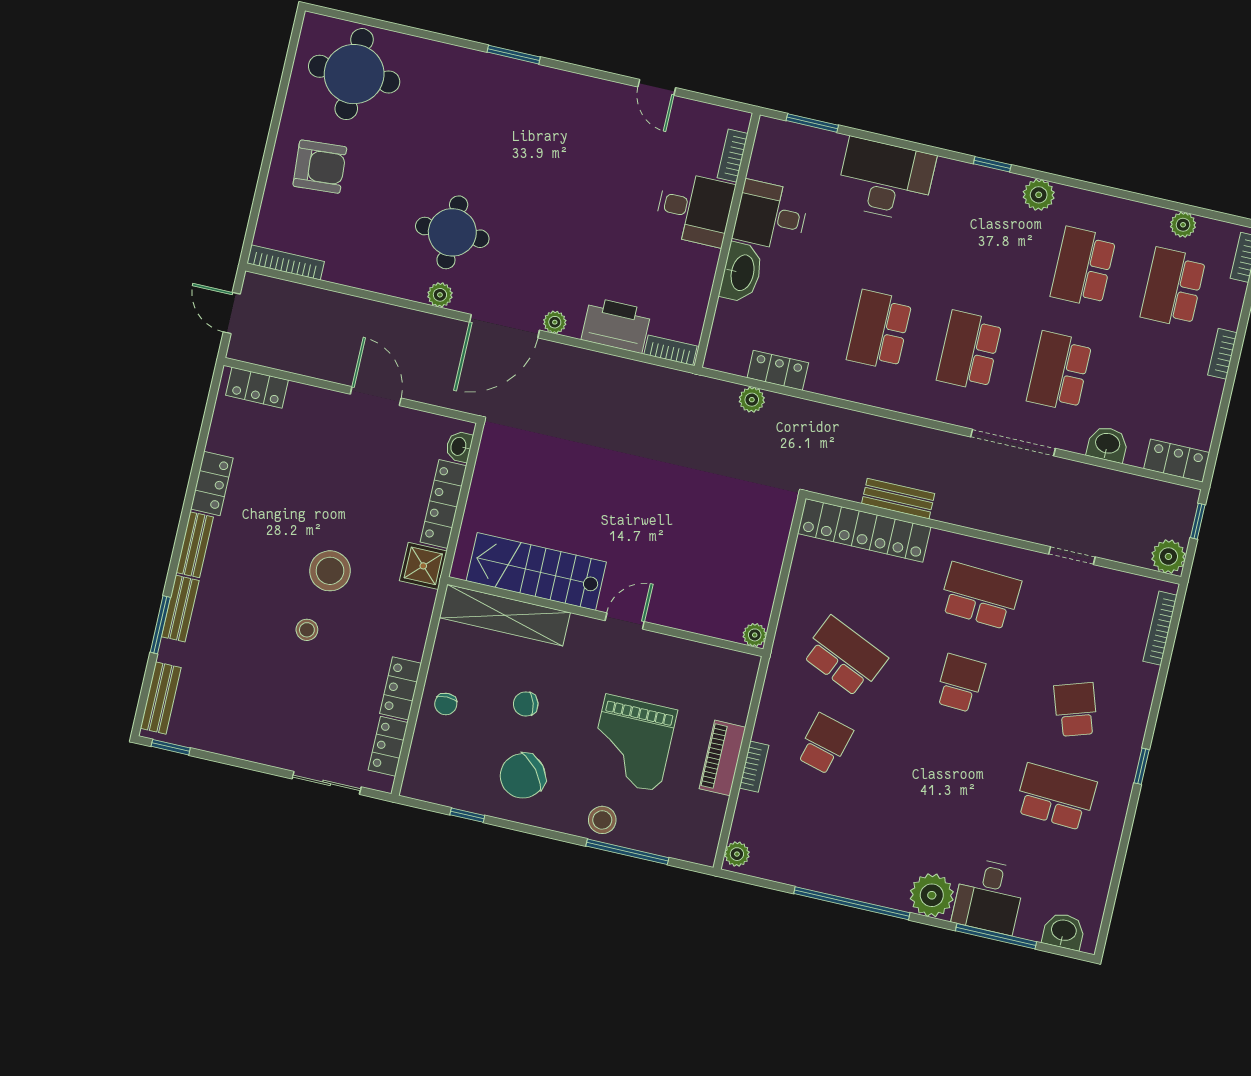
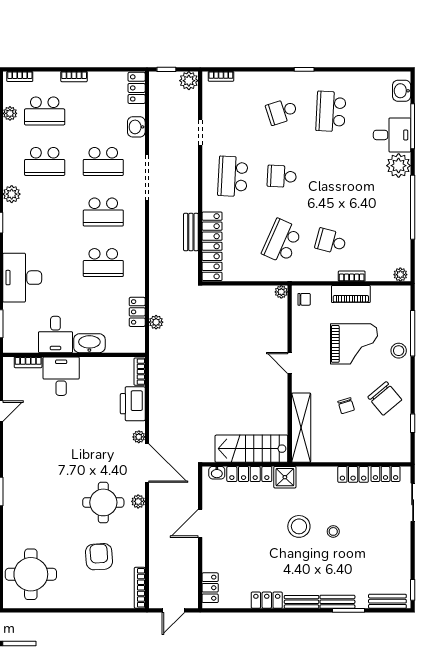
armchair: (320, 167) -> (99, 557), moved
stairs: (536, 571) -> (251, 449), moved, turned 90
bookcase: (1160, 628) -> (221, 76), width x0.64
chair: (446, 704) -> (304, 299), moved

